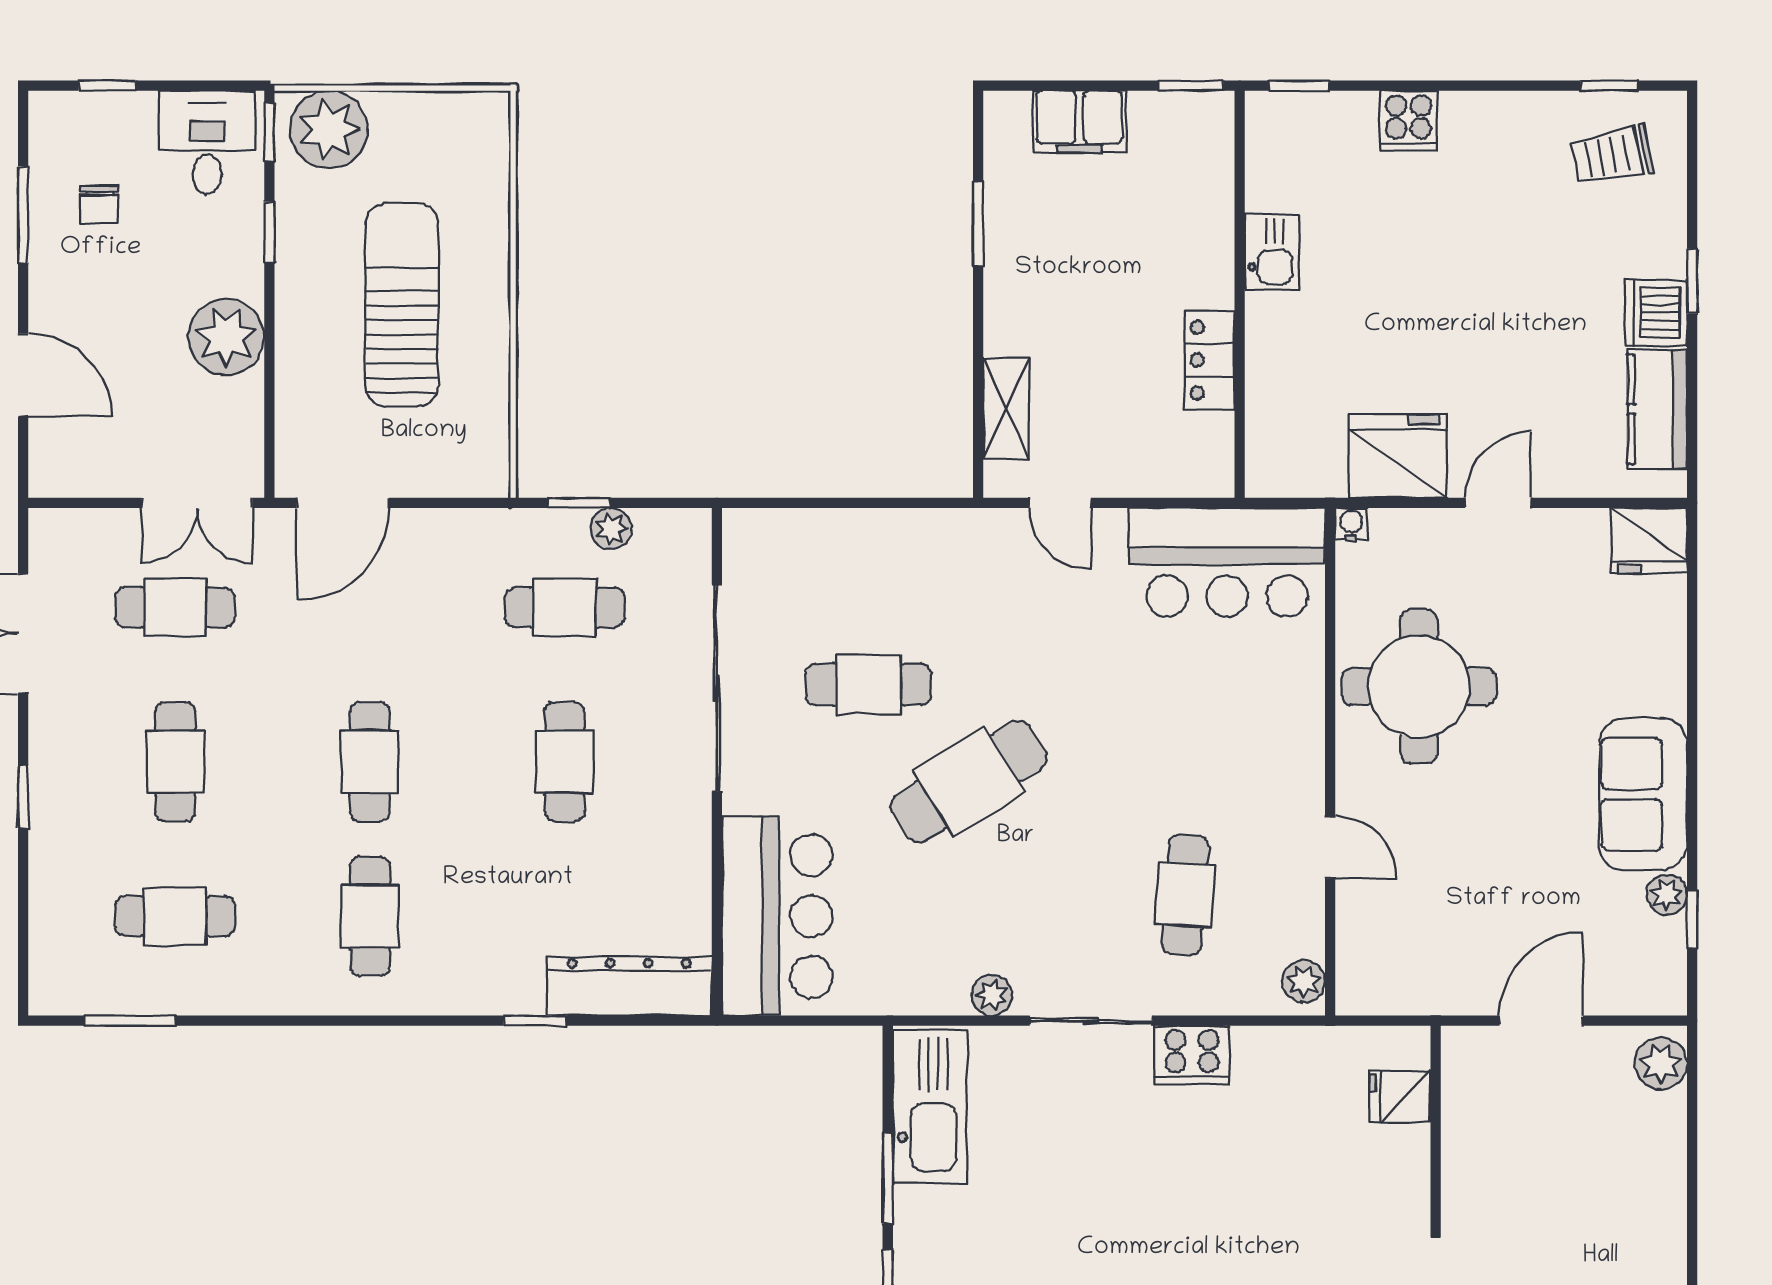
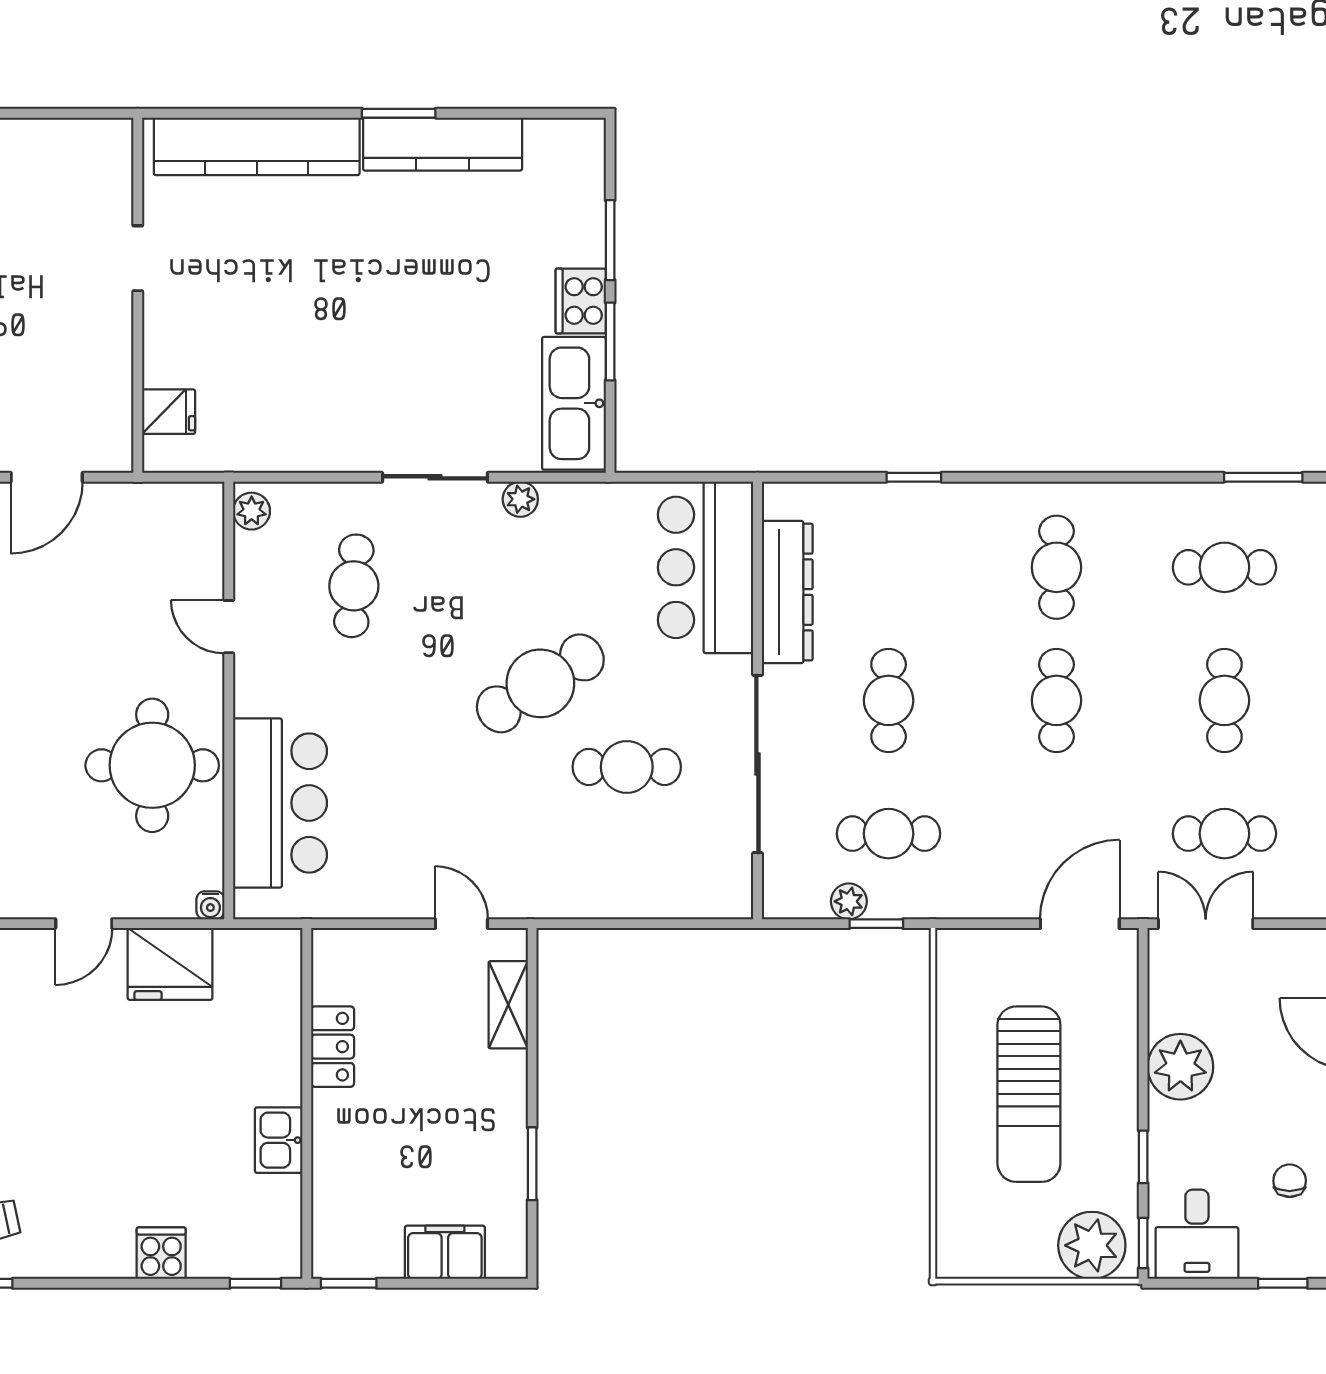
bar counter: (1227, 562) -> (280, 803), moved, turned 90
dresser: (629, 986) -> (787, 592), moved, turned -90
cooker: (1192, 1055) -> (581, 301), moved, turned -90

